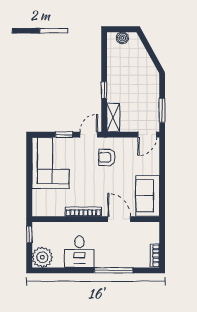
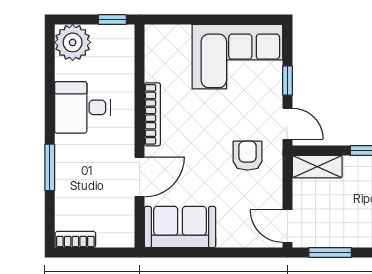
window: (114, 270) -> (50, 167), width x0.69

